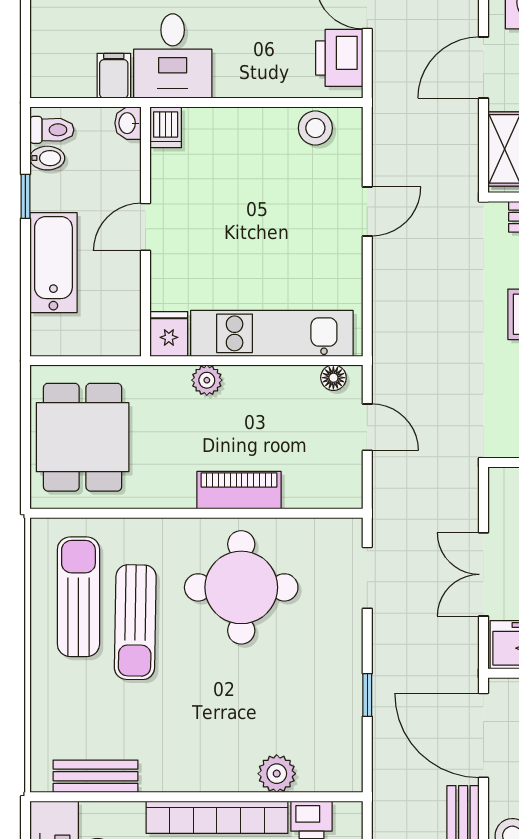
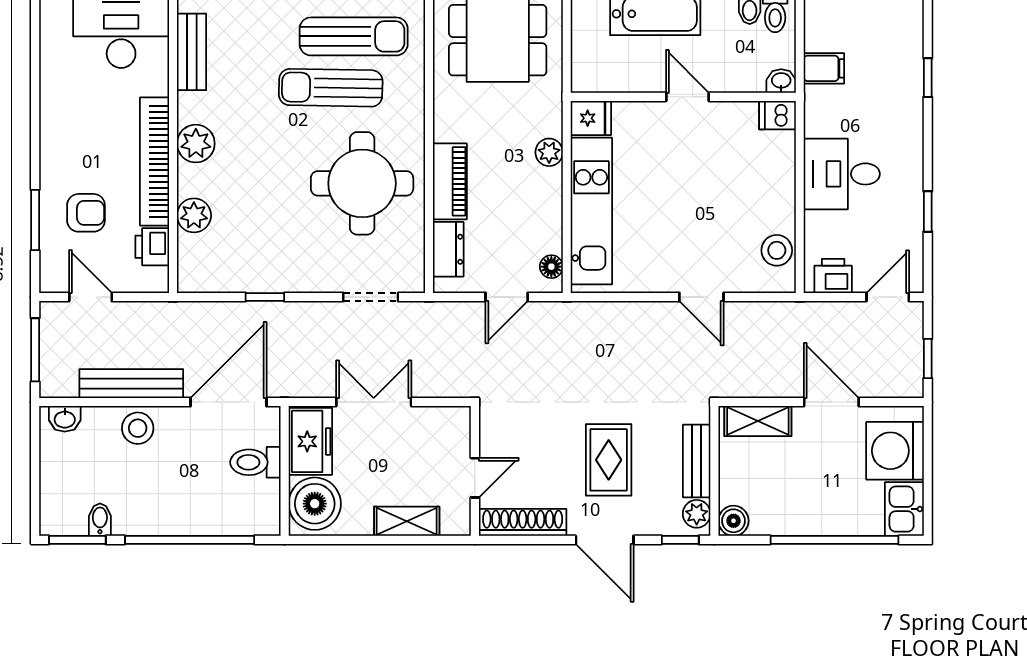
desk: (173, 56) -> (842, 174), moved
printer: (339, 58) -> (833, 276), width x0.73, depth x0.81
dresser: (314, 492) -> (448, 249), added
plant: (197, 772) -> (196, 144), added

